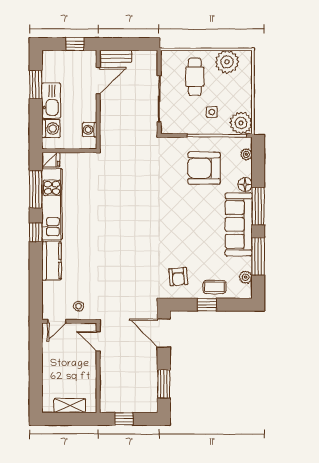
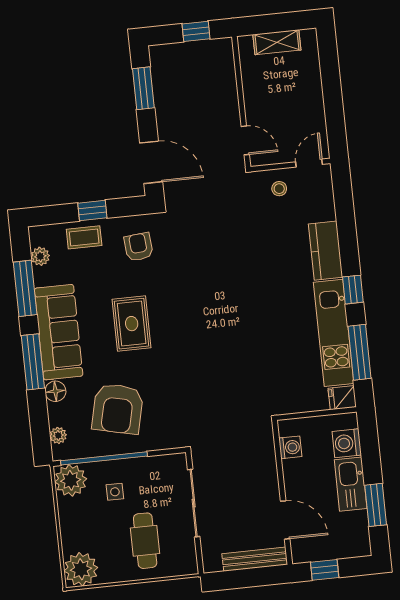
bench: (116, 56) -> (255, 559), width x1.36
plant: (227, 62) -> (81, 569), moved
door: (98, 81) -> (285, 520), swing flipped
armchair: (204, 168) -> (118, 409), turned 103
rug: (188, 225) -> (132, 324), added

